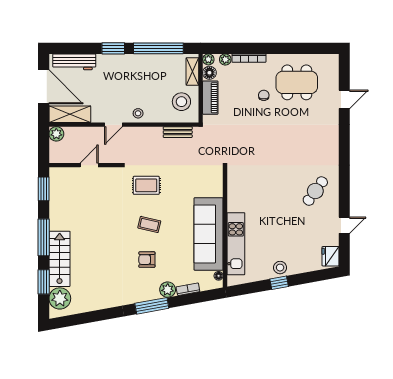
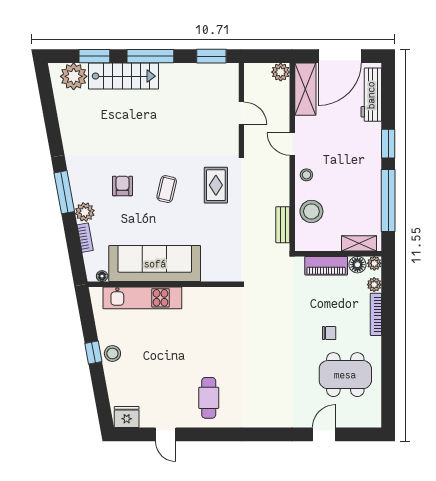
dining table: (297, 82) -> (345, 375), turned 90
door: (344, 99) -> (324, 434), swing flipped
stool: (181, 102) -> (311, 211), moved
cafe table: (315, 191) -> (209, 398), turned 54

